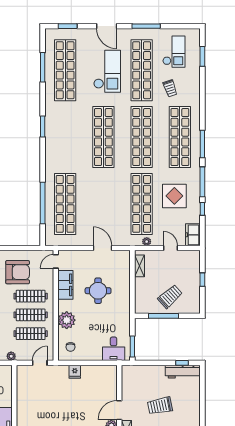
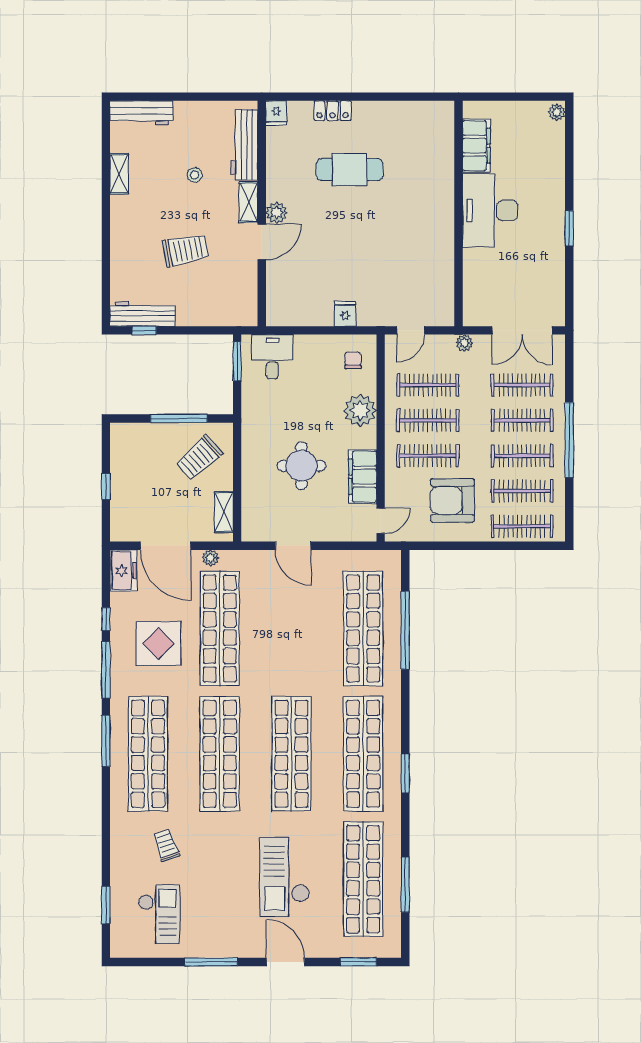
checkout: (174, 52) -> (159, 914), turned 180
shop shelf: (142, 70) -> (363, 754), moved
door: (170, 248) -> (166, 546), width x1.87
trolley: (170, 296) -> (199, 458), moved

